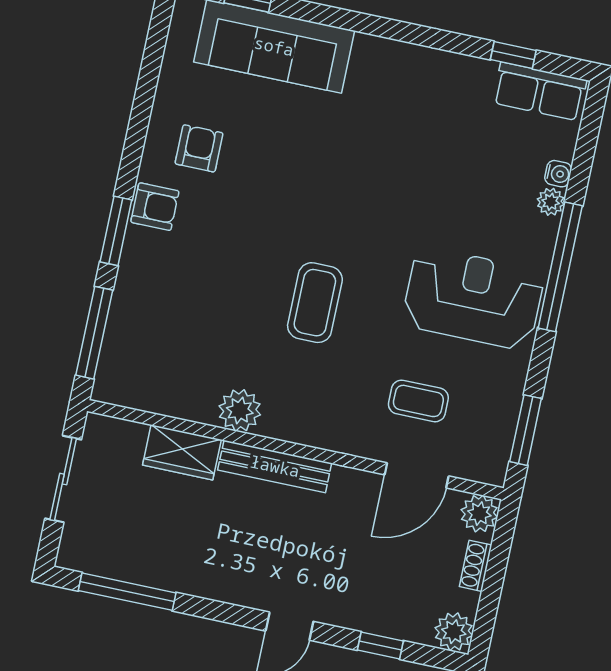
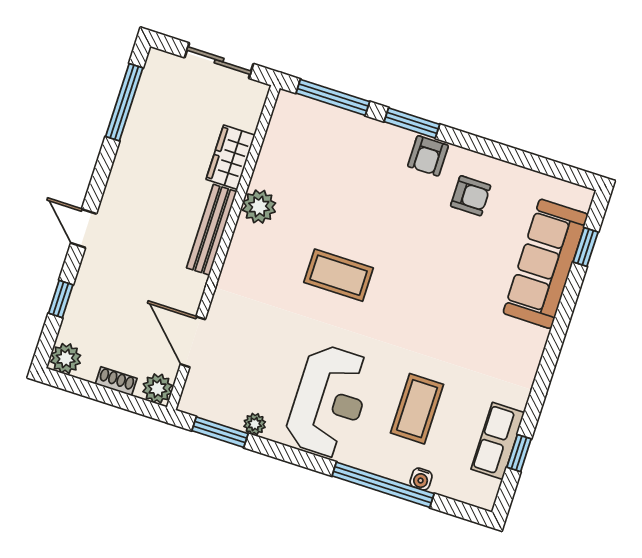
row of seats: (540, 91) -> (498, 441), moved
plant: (551, 202) -> (255, 424), moved
window: (560, 267) -> (383, 485), moved
coffee table: (418, 401) -> (417, 409), moved, width x1.36, depth x1.30

